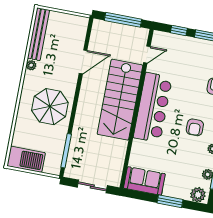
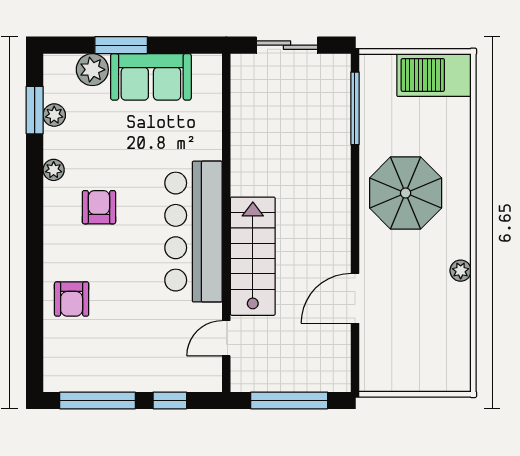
bench: (39, 34) -> (458, 338), removed
stairs: (120, 100) -> (253, 256), width x0.73, depth x0.66
sofa: (144, 181) -> (151, 77), moved
plant: (198, 195) -> (92, 70), moved

